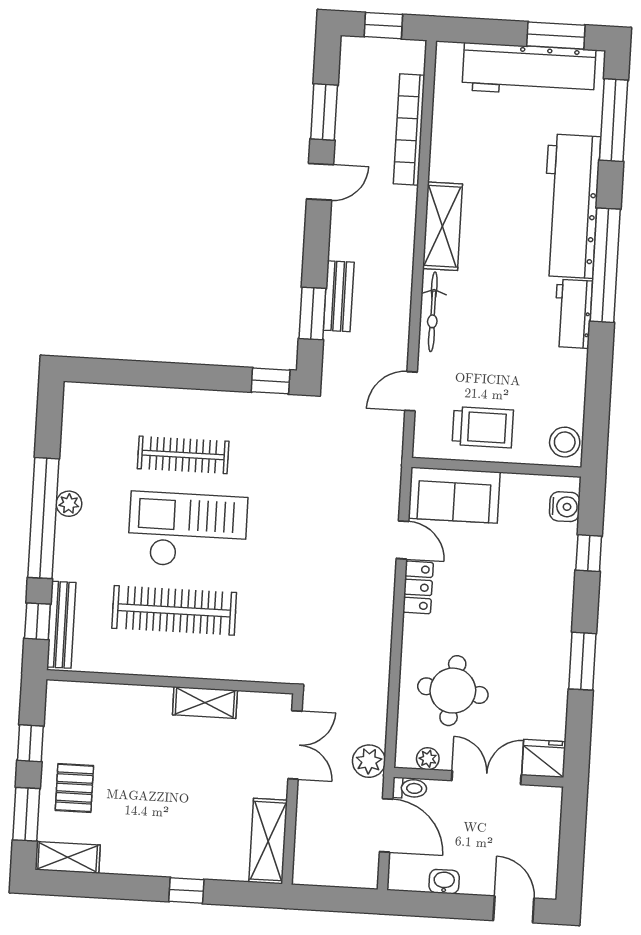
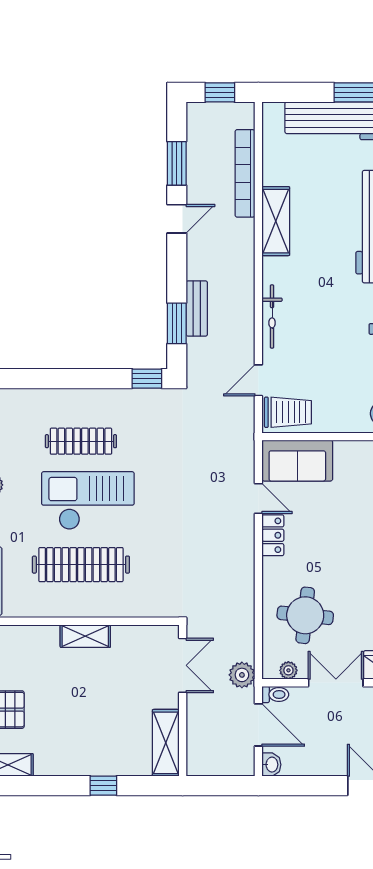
shelving: (442, 226) -> (276, 221), moved
trolley: (483, 427) -> (288, 412), moved
shelving: (205, 702) -> (85, 636), moved
washbasin: (444, 882) -> (271, 765), moved, turned 90

